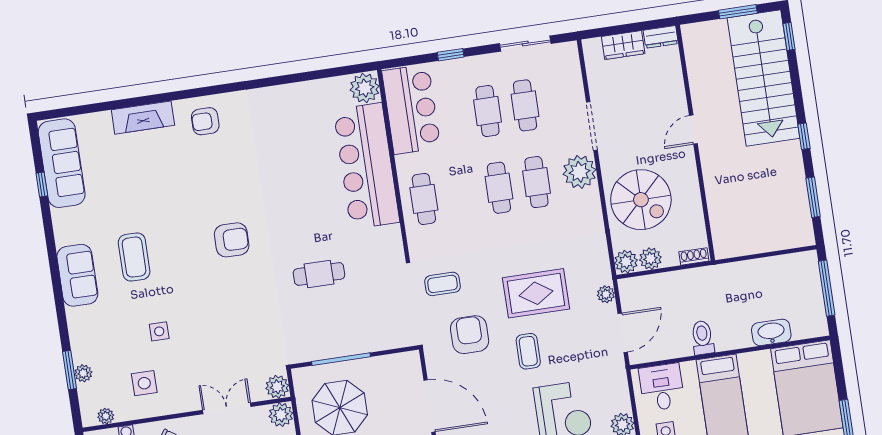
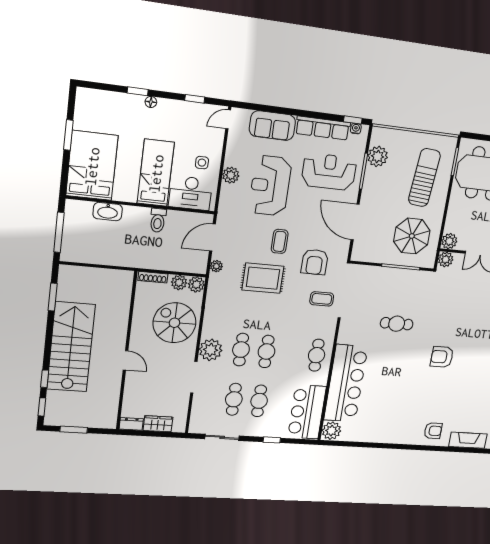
stairs: (764, 78) -> (71, 347), moved
door: (693, 130) -> (126, 360), hinge flipped
window: (804, 136) -> (45, 379), moved
shoe rack: (694, 256) -> (153, 277), width x1.43
desk: (662, 387) -> (191, 193), width x1.37

